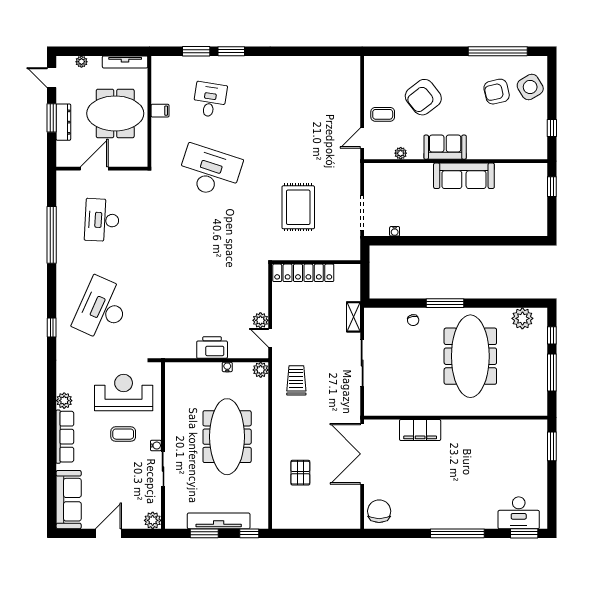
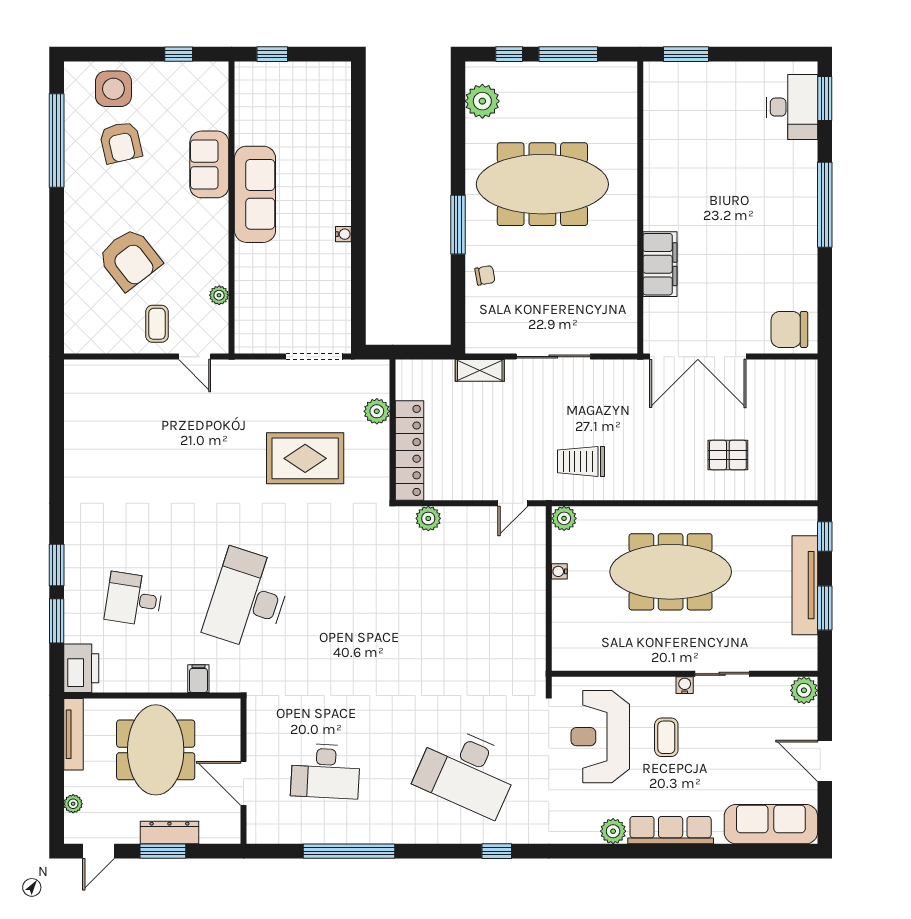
side table: (530, 87) -> (113, 89), turned 31
filing cabinet: (160, 111) -> (198, 679), moved
sofa: (445, 147) -> (209, 164), moved
water cooler: (395, 231) -> (343, 234), moved
plant: (328, 252) -> (377, 411), added
plant: (260, 320) -> (428, 518), moved
printer: (212, 347) -> (81, 668), moved, turned 180

